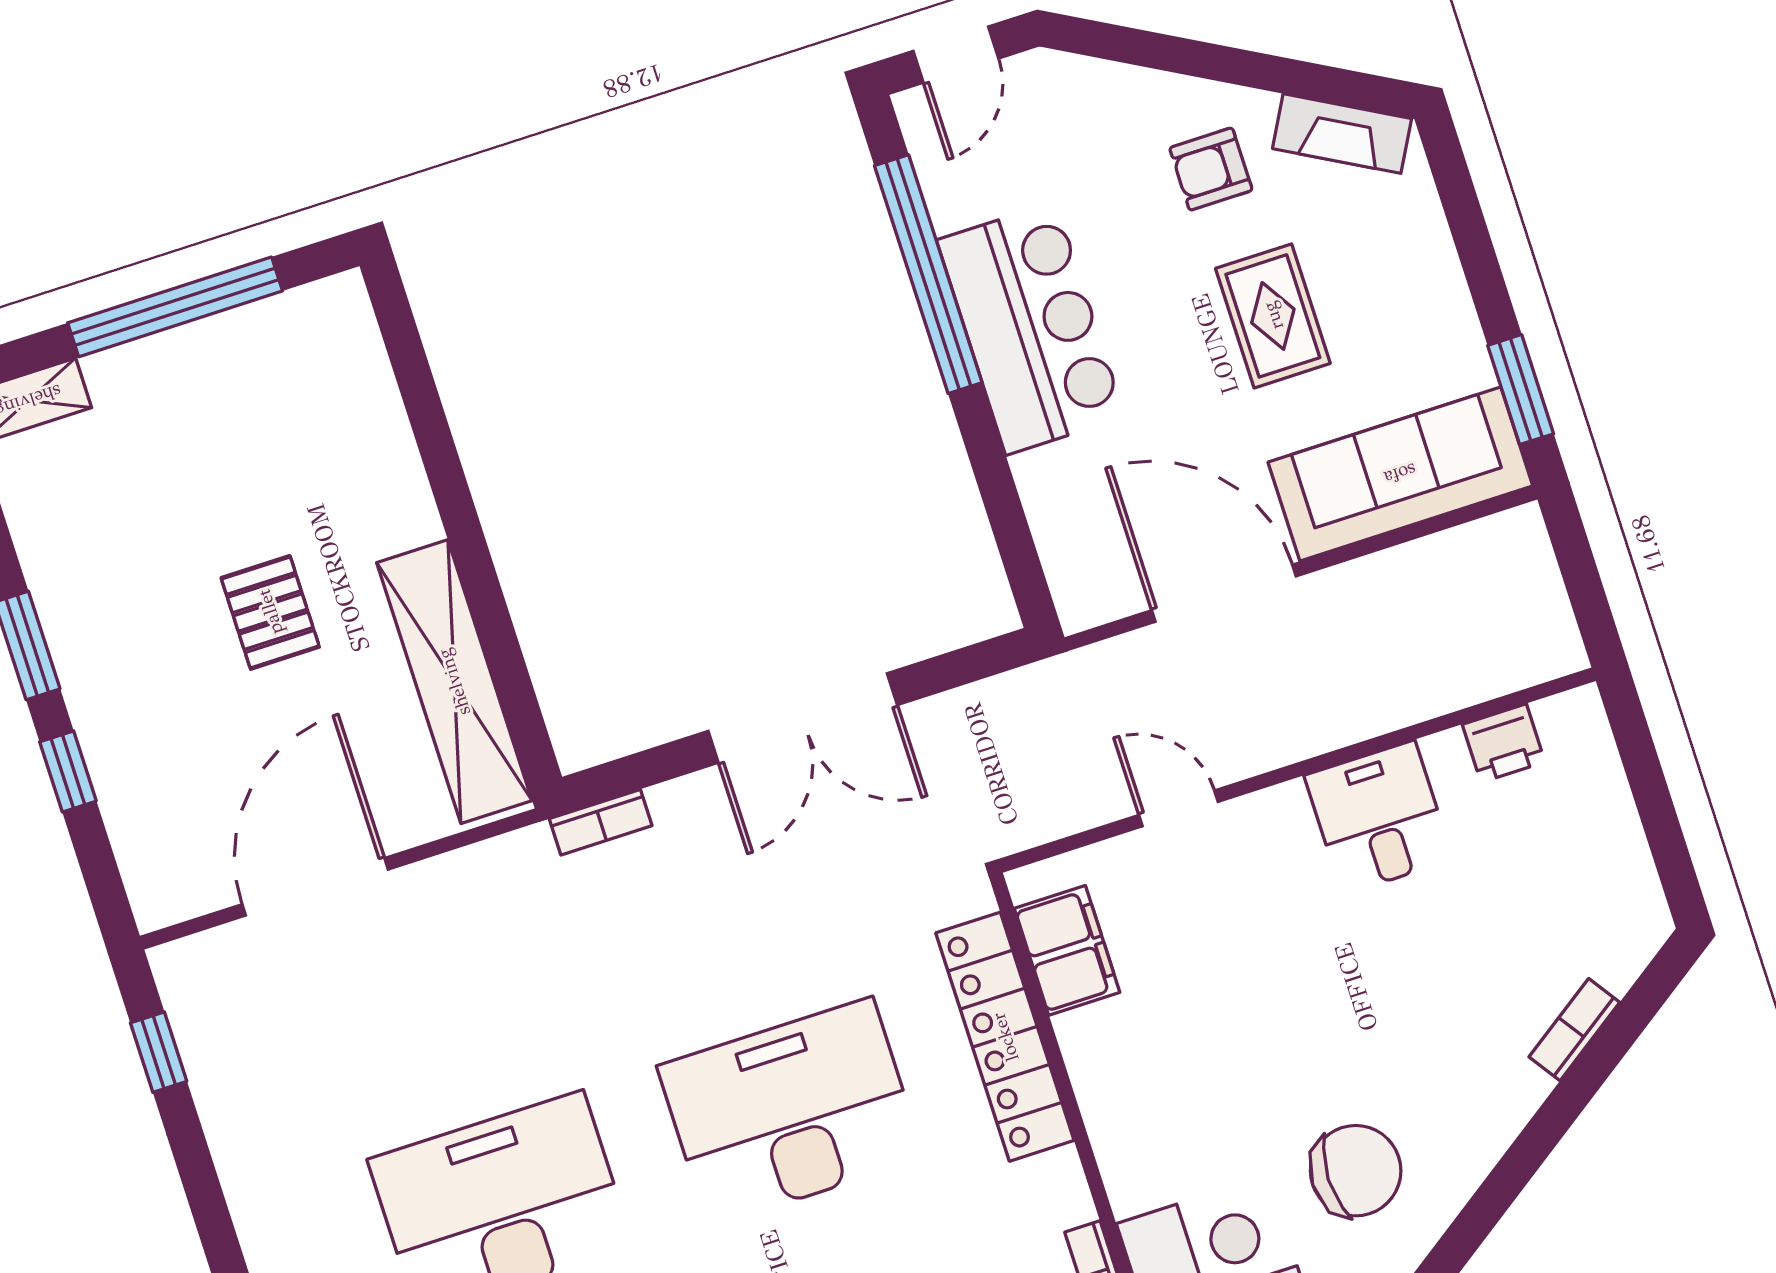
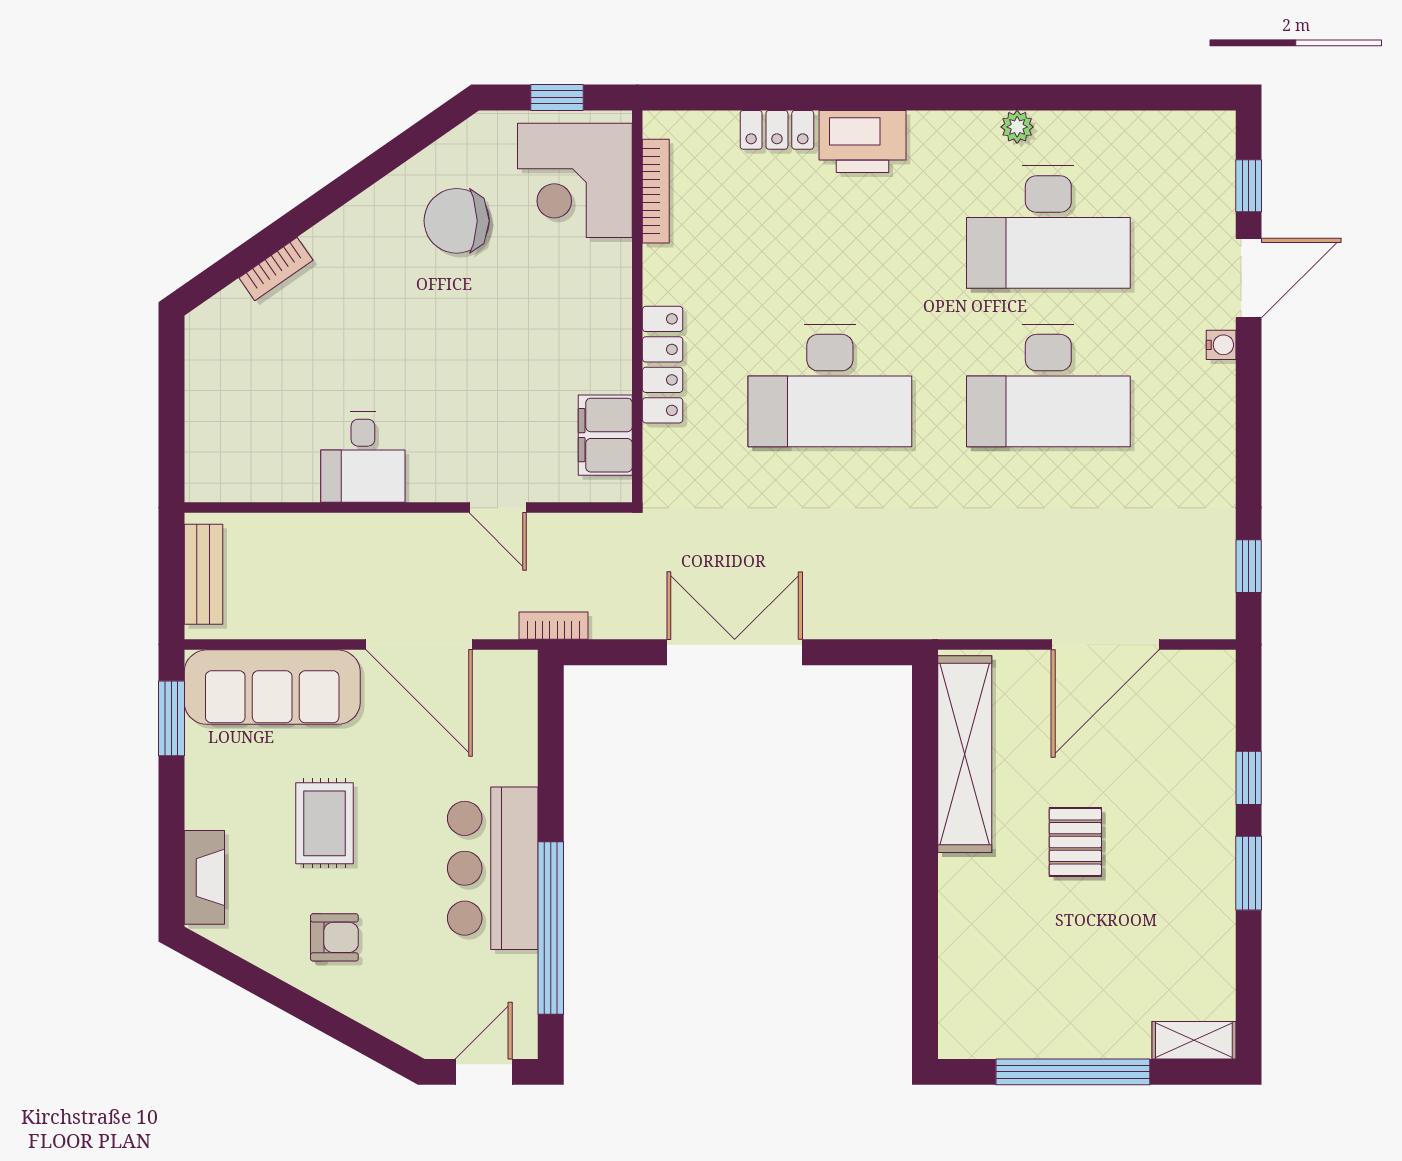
fireplace: (1342, 134) -> (204, 877), moved, turned 61
bench: (1540, 594) -> (203, 574), added
printer: (1504, 743) -> (261, 480), removed
bookcase: (601, 822) -> (554, 626), moved
locker: (1005, 1037) -> (663, 365), width x0.71, depth x0.83

